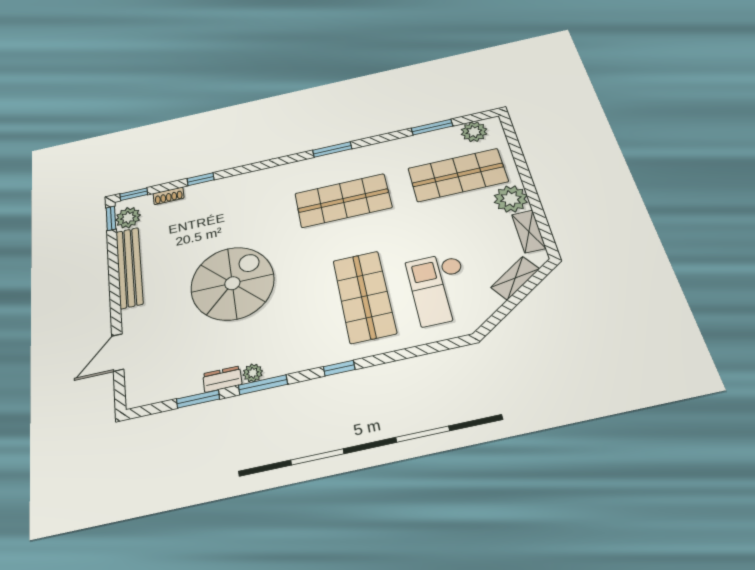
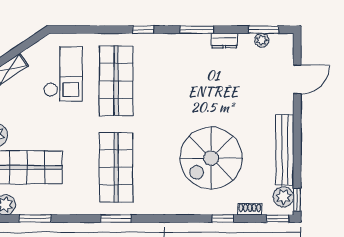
shop shelf: (343, 201) -> (116, 167), turned 90
spiral stairs: (232, 283) -> (211, 158), moved
plant: (253, 373) -> (262, 40), moved
window: (198, 399) -> (264, 30), moved

